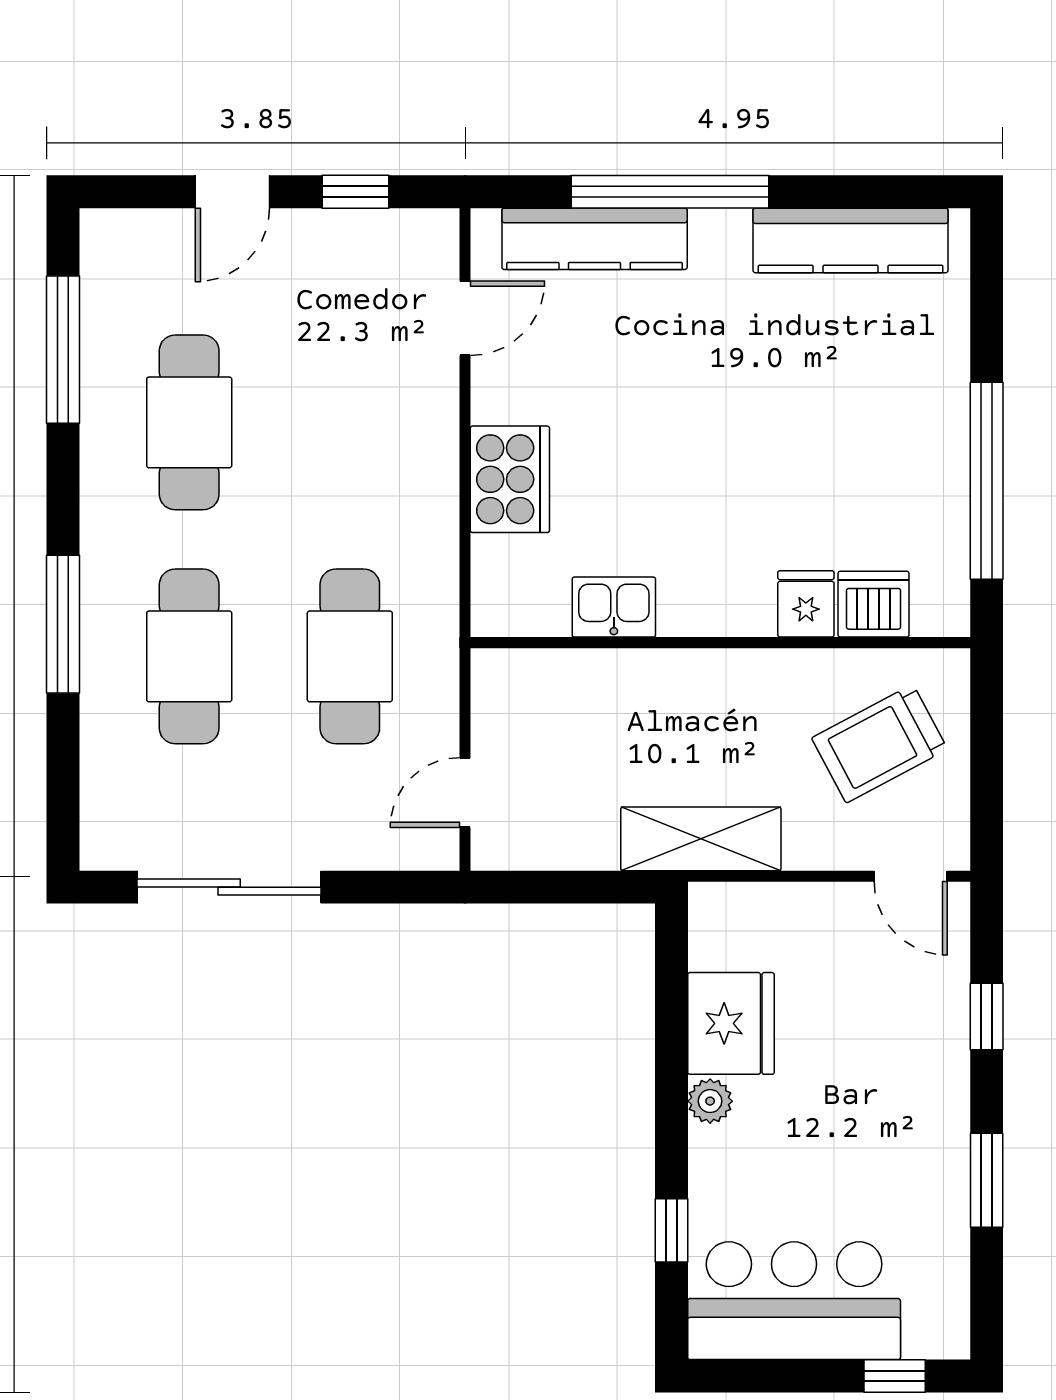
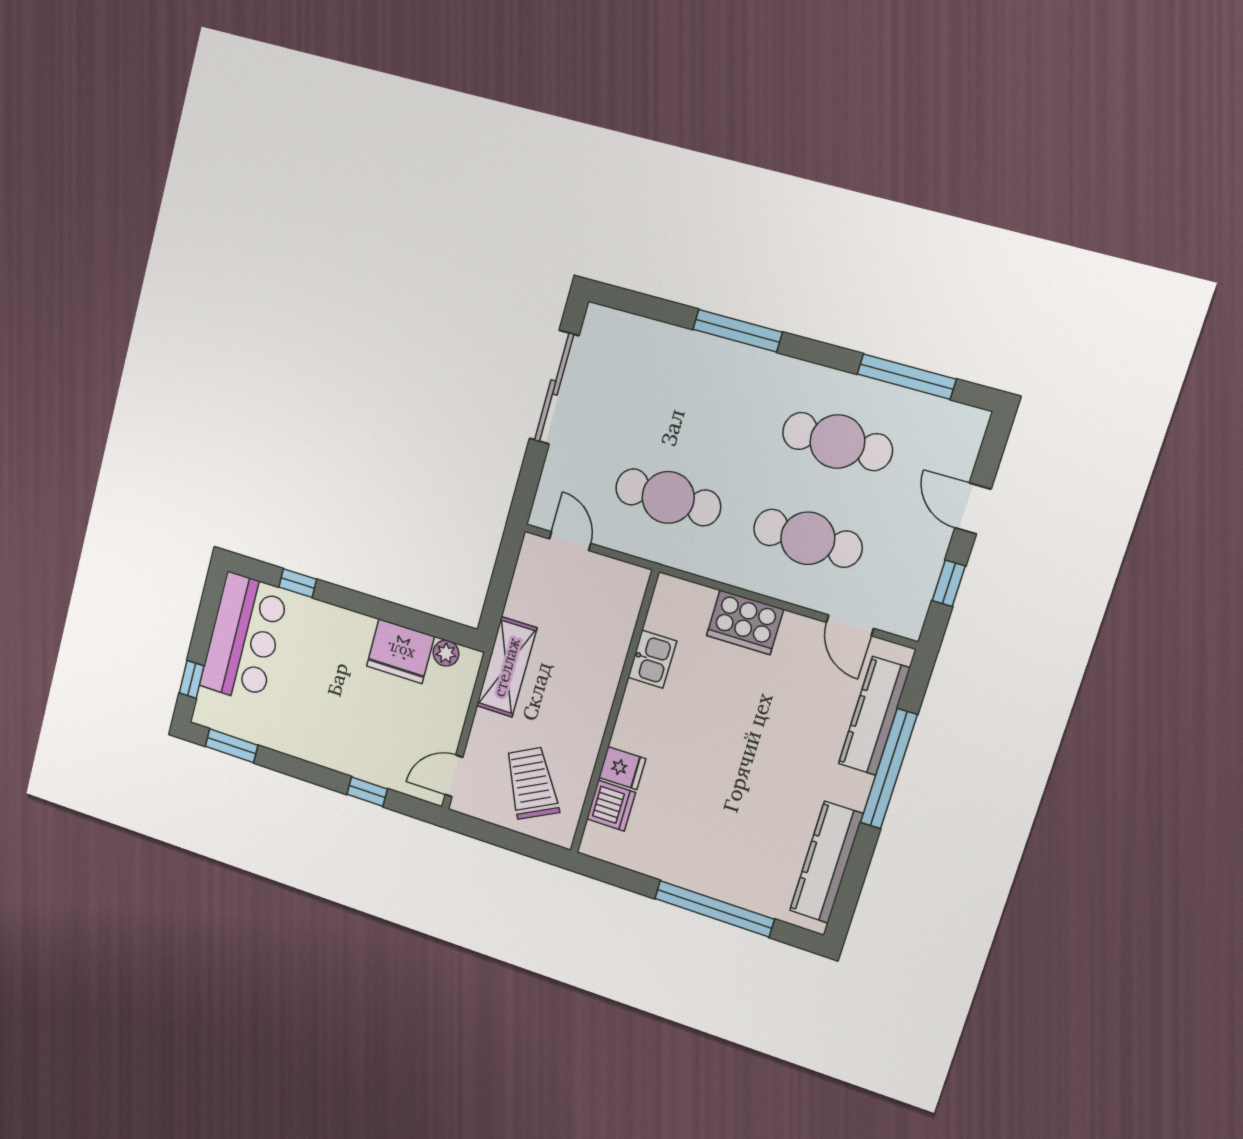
window: (987, 481) -> (714, 909), moved
cafe table: (189, 656) -> (808, 538), moved
plant: (710, 1101) -> (446, 653), moved
window: (987, 1180) -> (232, 746), moved

